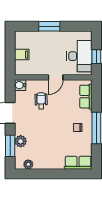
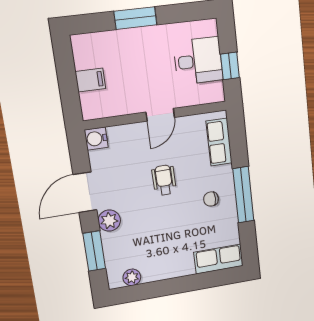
desk: (79, 56) -> (198, 61), width x0.73
wheelchair: (41, 101) -> (164, 180), moved
plant: (21, 141) -> (109, 221), moved

